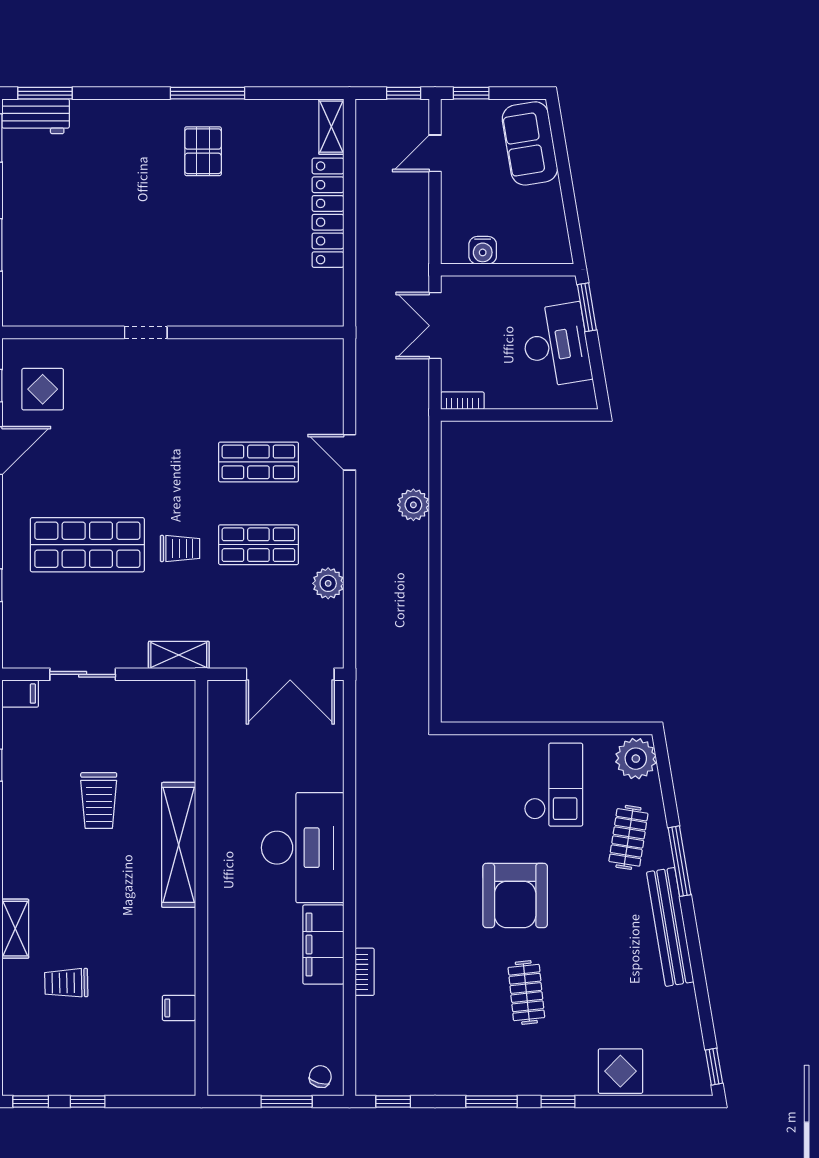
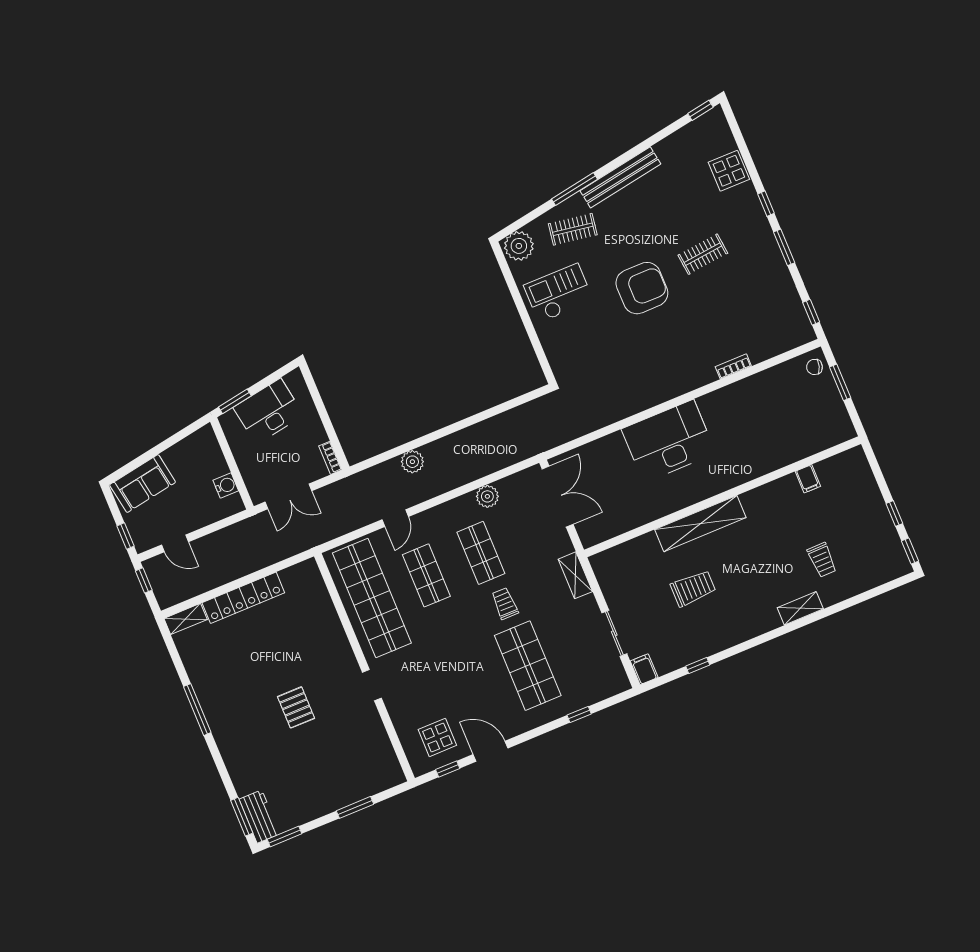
pallet: (203, 151) -> (296, 707), moved, turned 90
shop shelf: (258, 379) -> (372, 598), added
filing cabinet: (323, 945) -> (727, 401), removed

